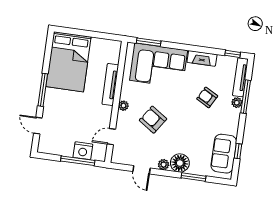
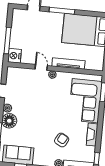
armchair: (153, 120) -> (42, 98), removed
door: (111, 137) -> (41, 67), moved
nightstand: (83, 151) -> (14, 56), moved

